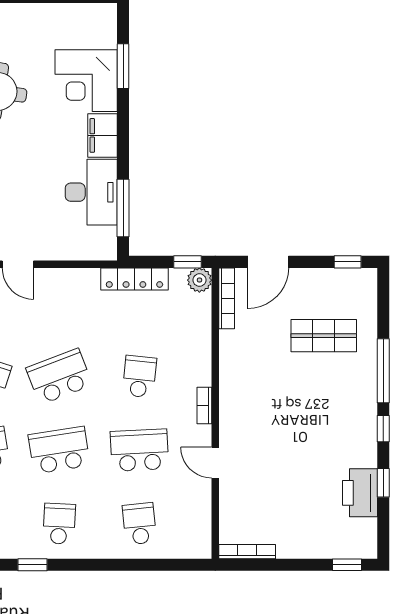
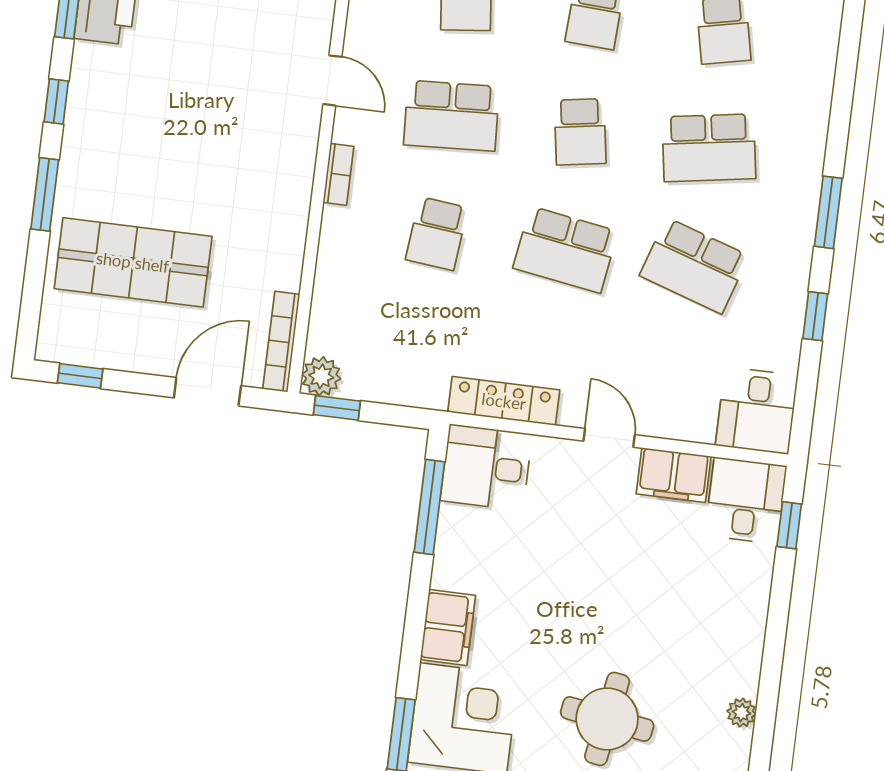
desk: (91, 192) -> (486, 467), moved, width x0.73
locker: (134, 279) -> (504, 401), moved
shop shelf: (324, 336) -> (133, 262), width x1.43, depth x1.36
window: (383, 371) -> (45, 194), width x0.69
school desk: (59, 377) -> (565, 250), turned 30
school desk: (59, 450) -> (580, 132), width x0.54

